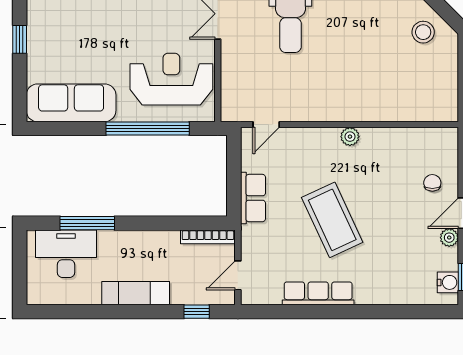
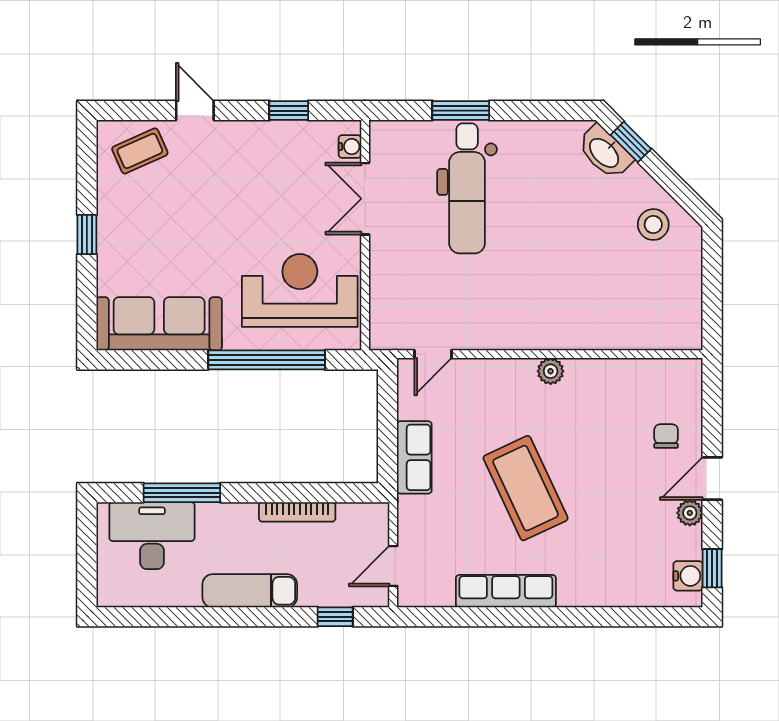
bookcase: (208, 237) -> (297, 512), moved

